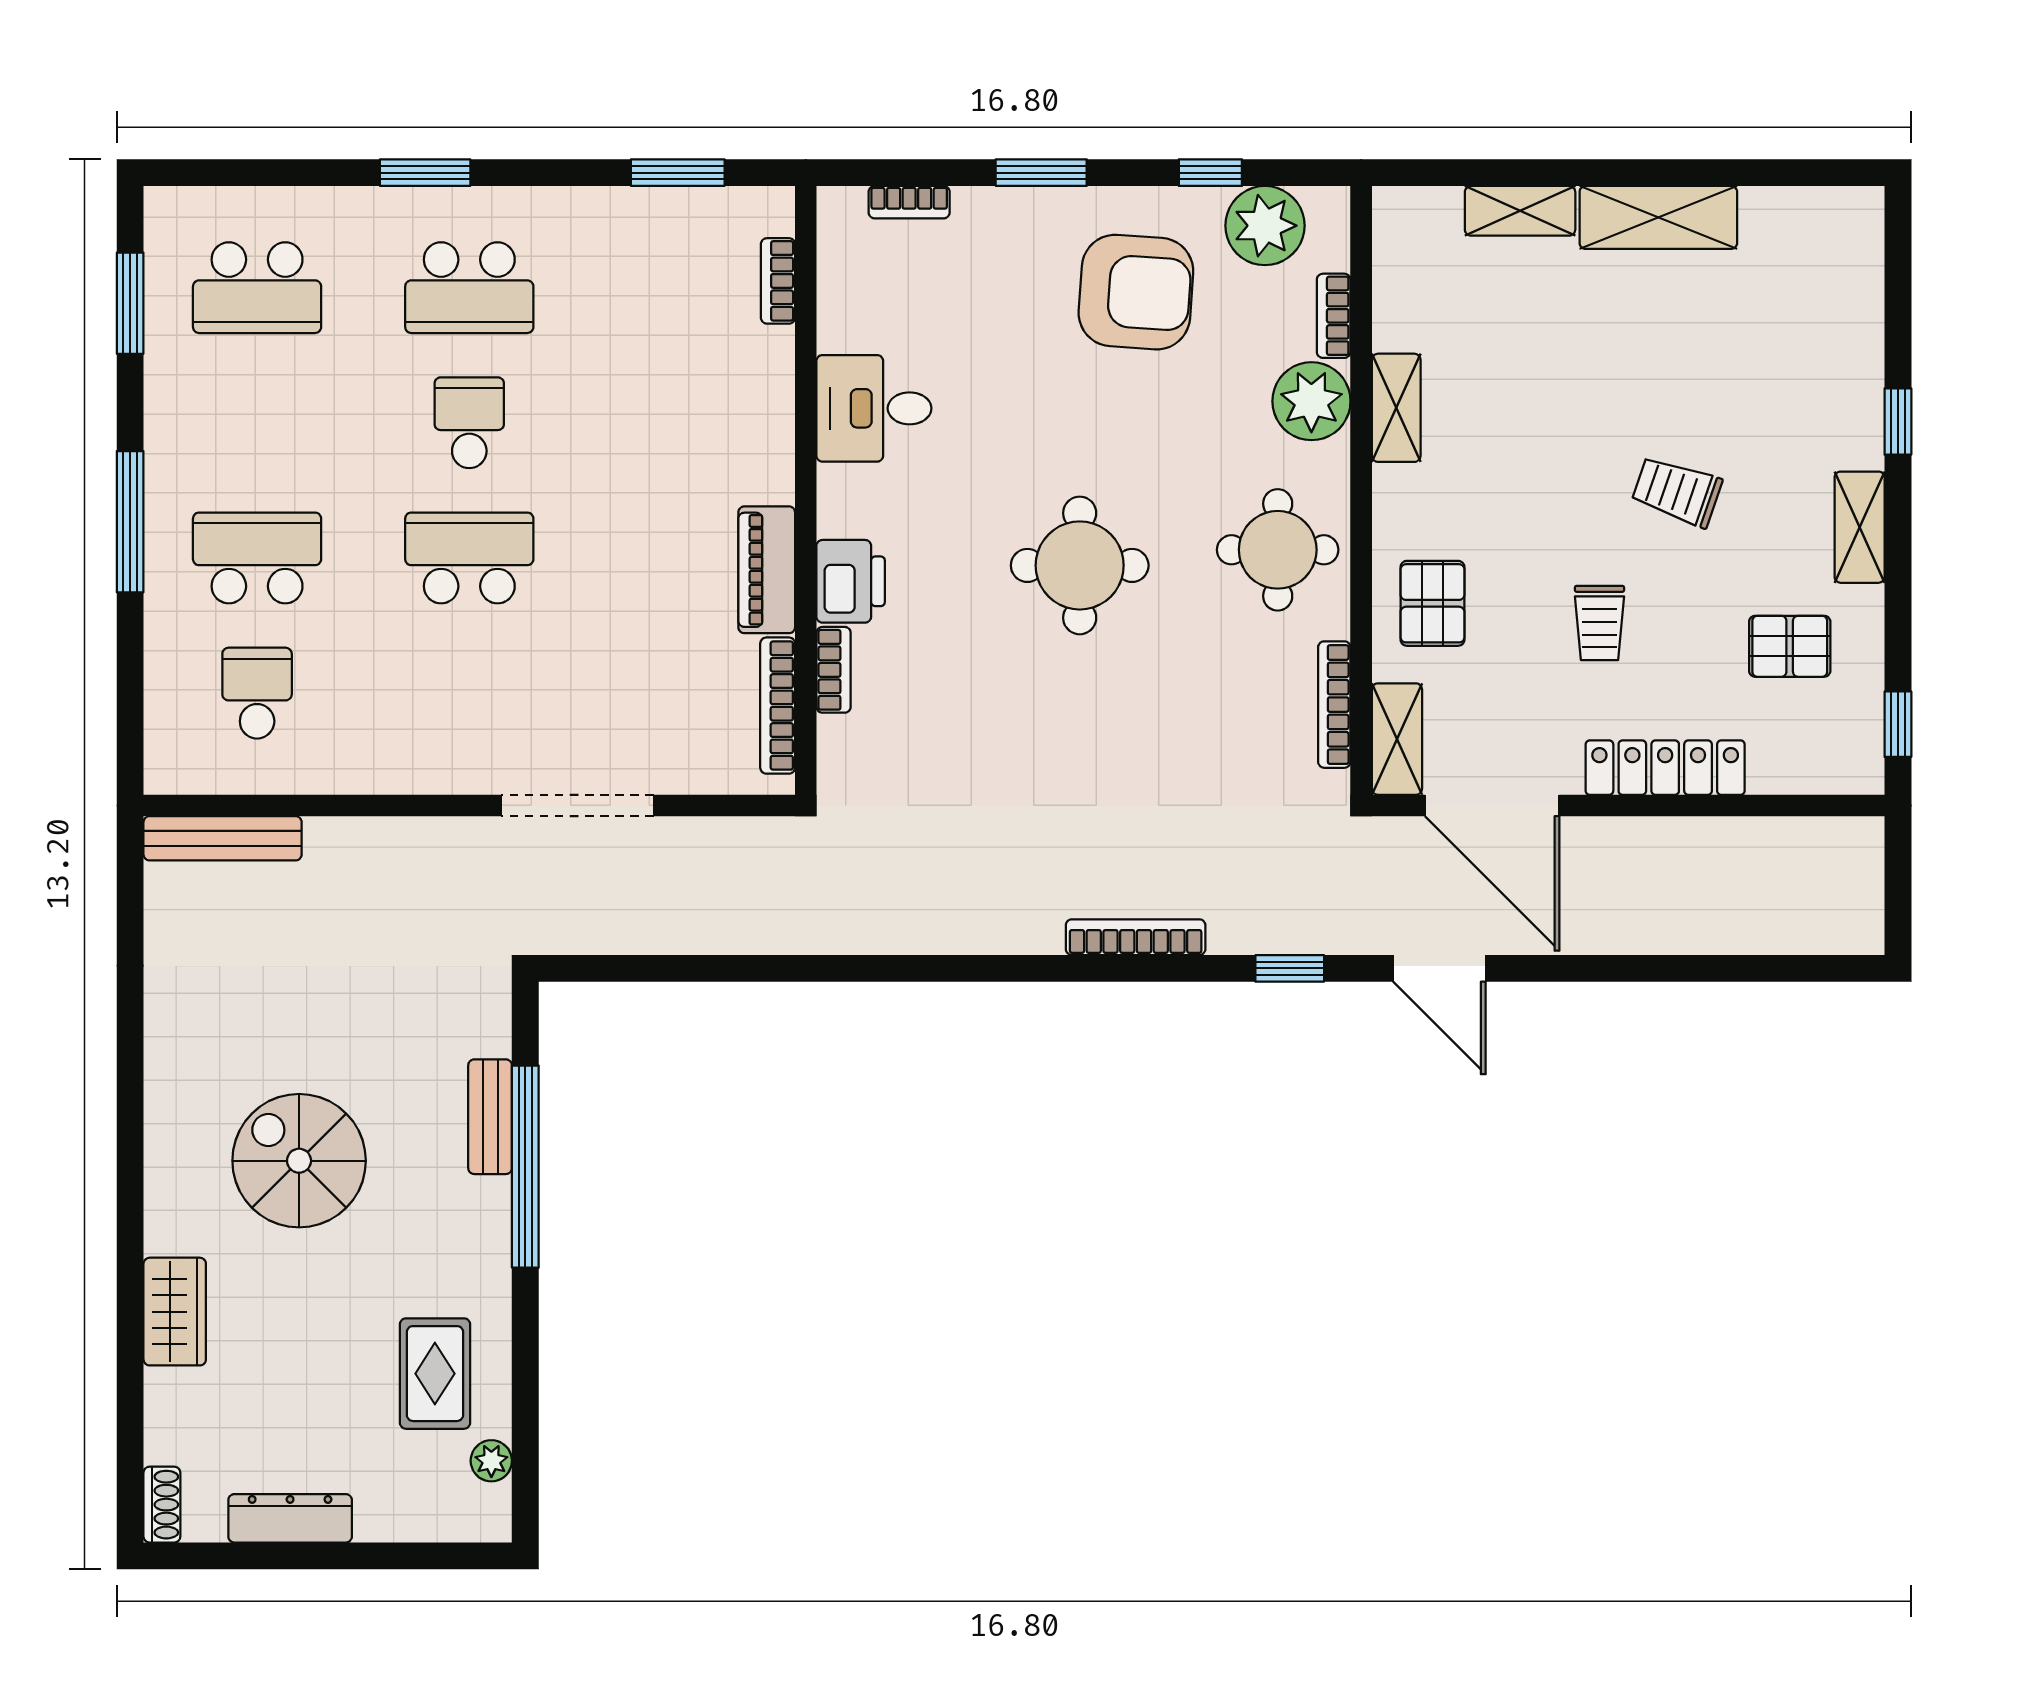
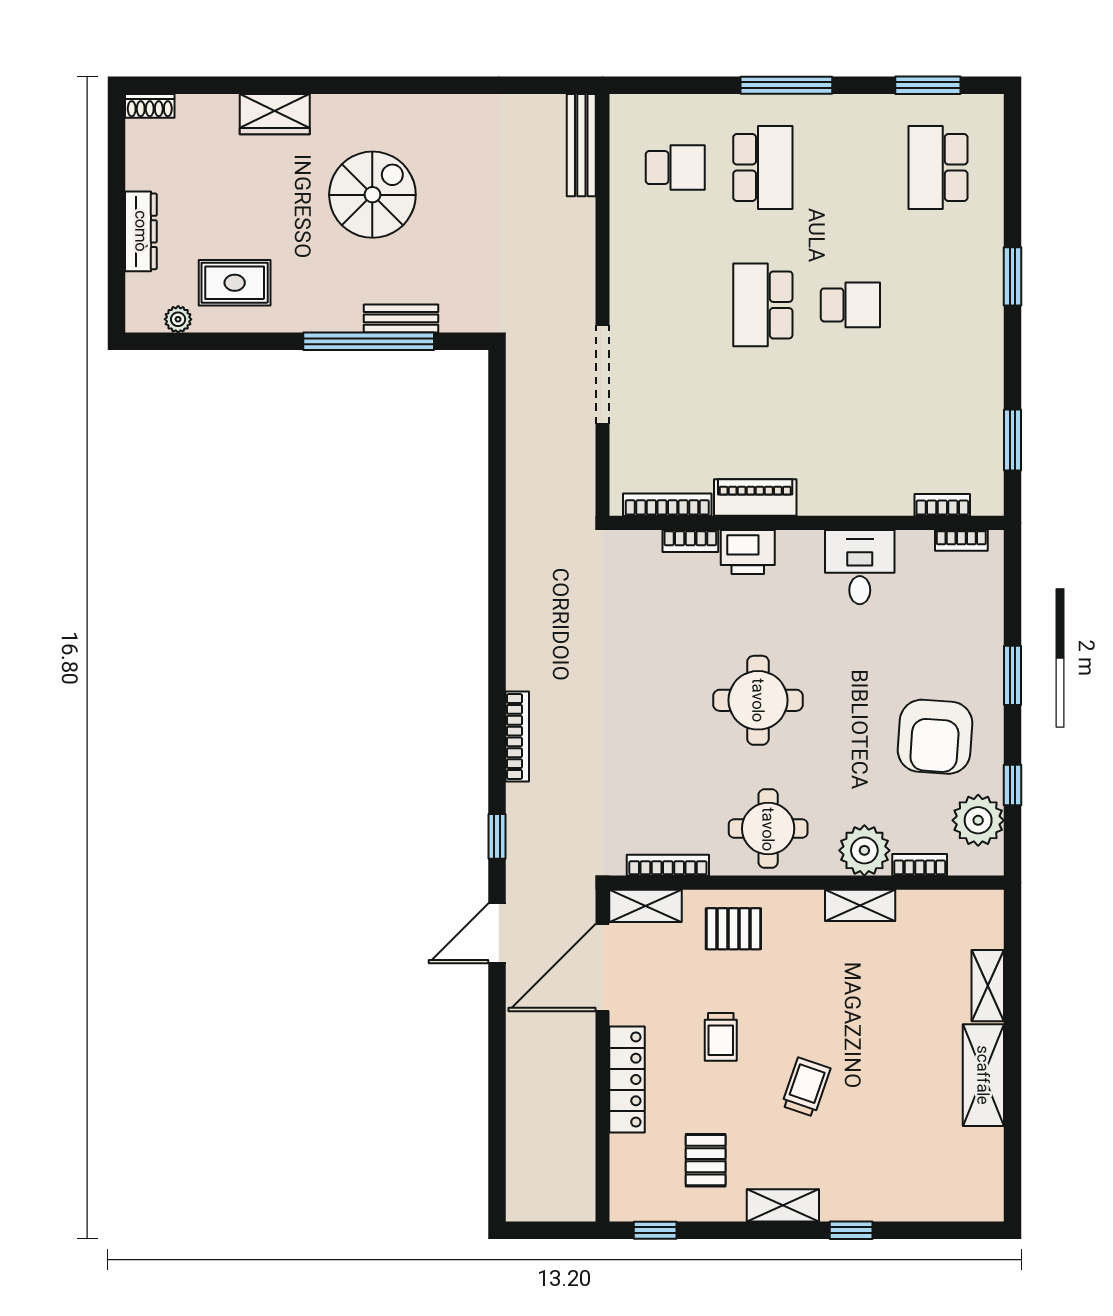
bookcase: (909, 202) -> (961, 540), moved, turned -90
school desk: (469, 288) -> (938, 305), removed
school desk: (469, 558) -> (763, 305), turned 180
trolley: (1599, 623) -> (721, 1037), turned -90
dresser: (290, 1518) -> (141, 231), moved

